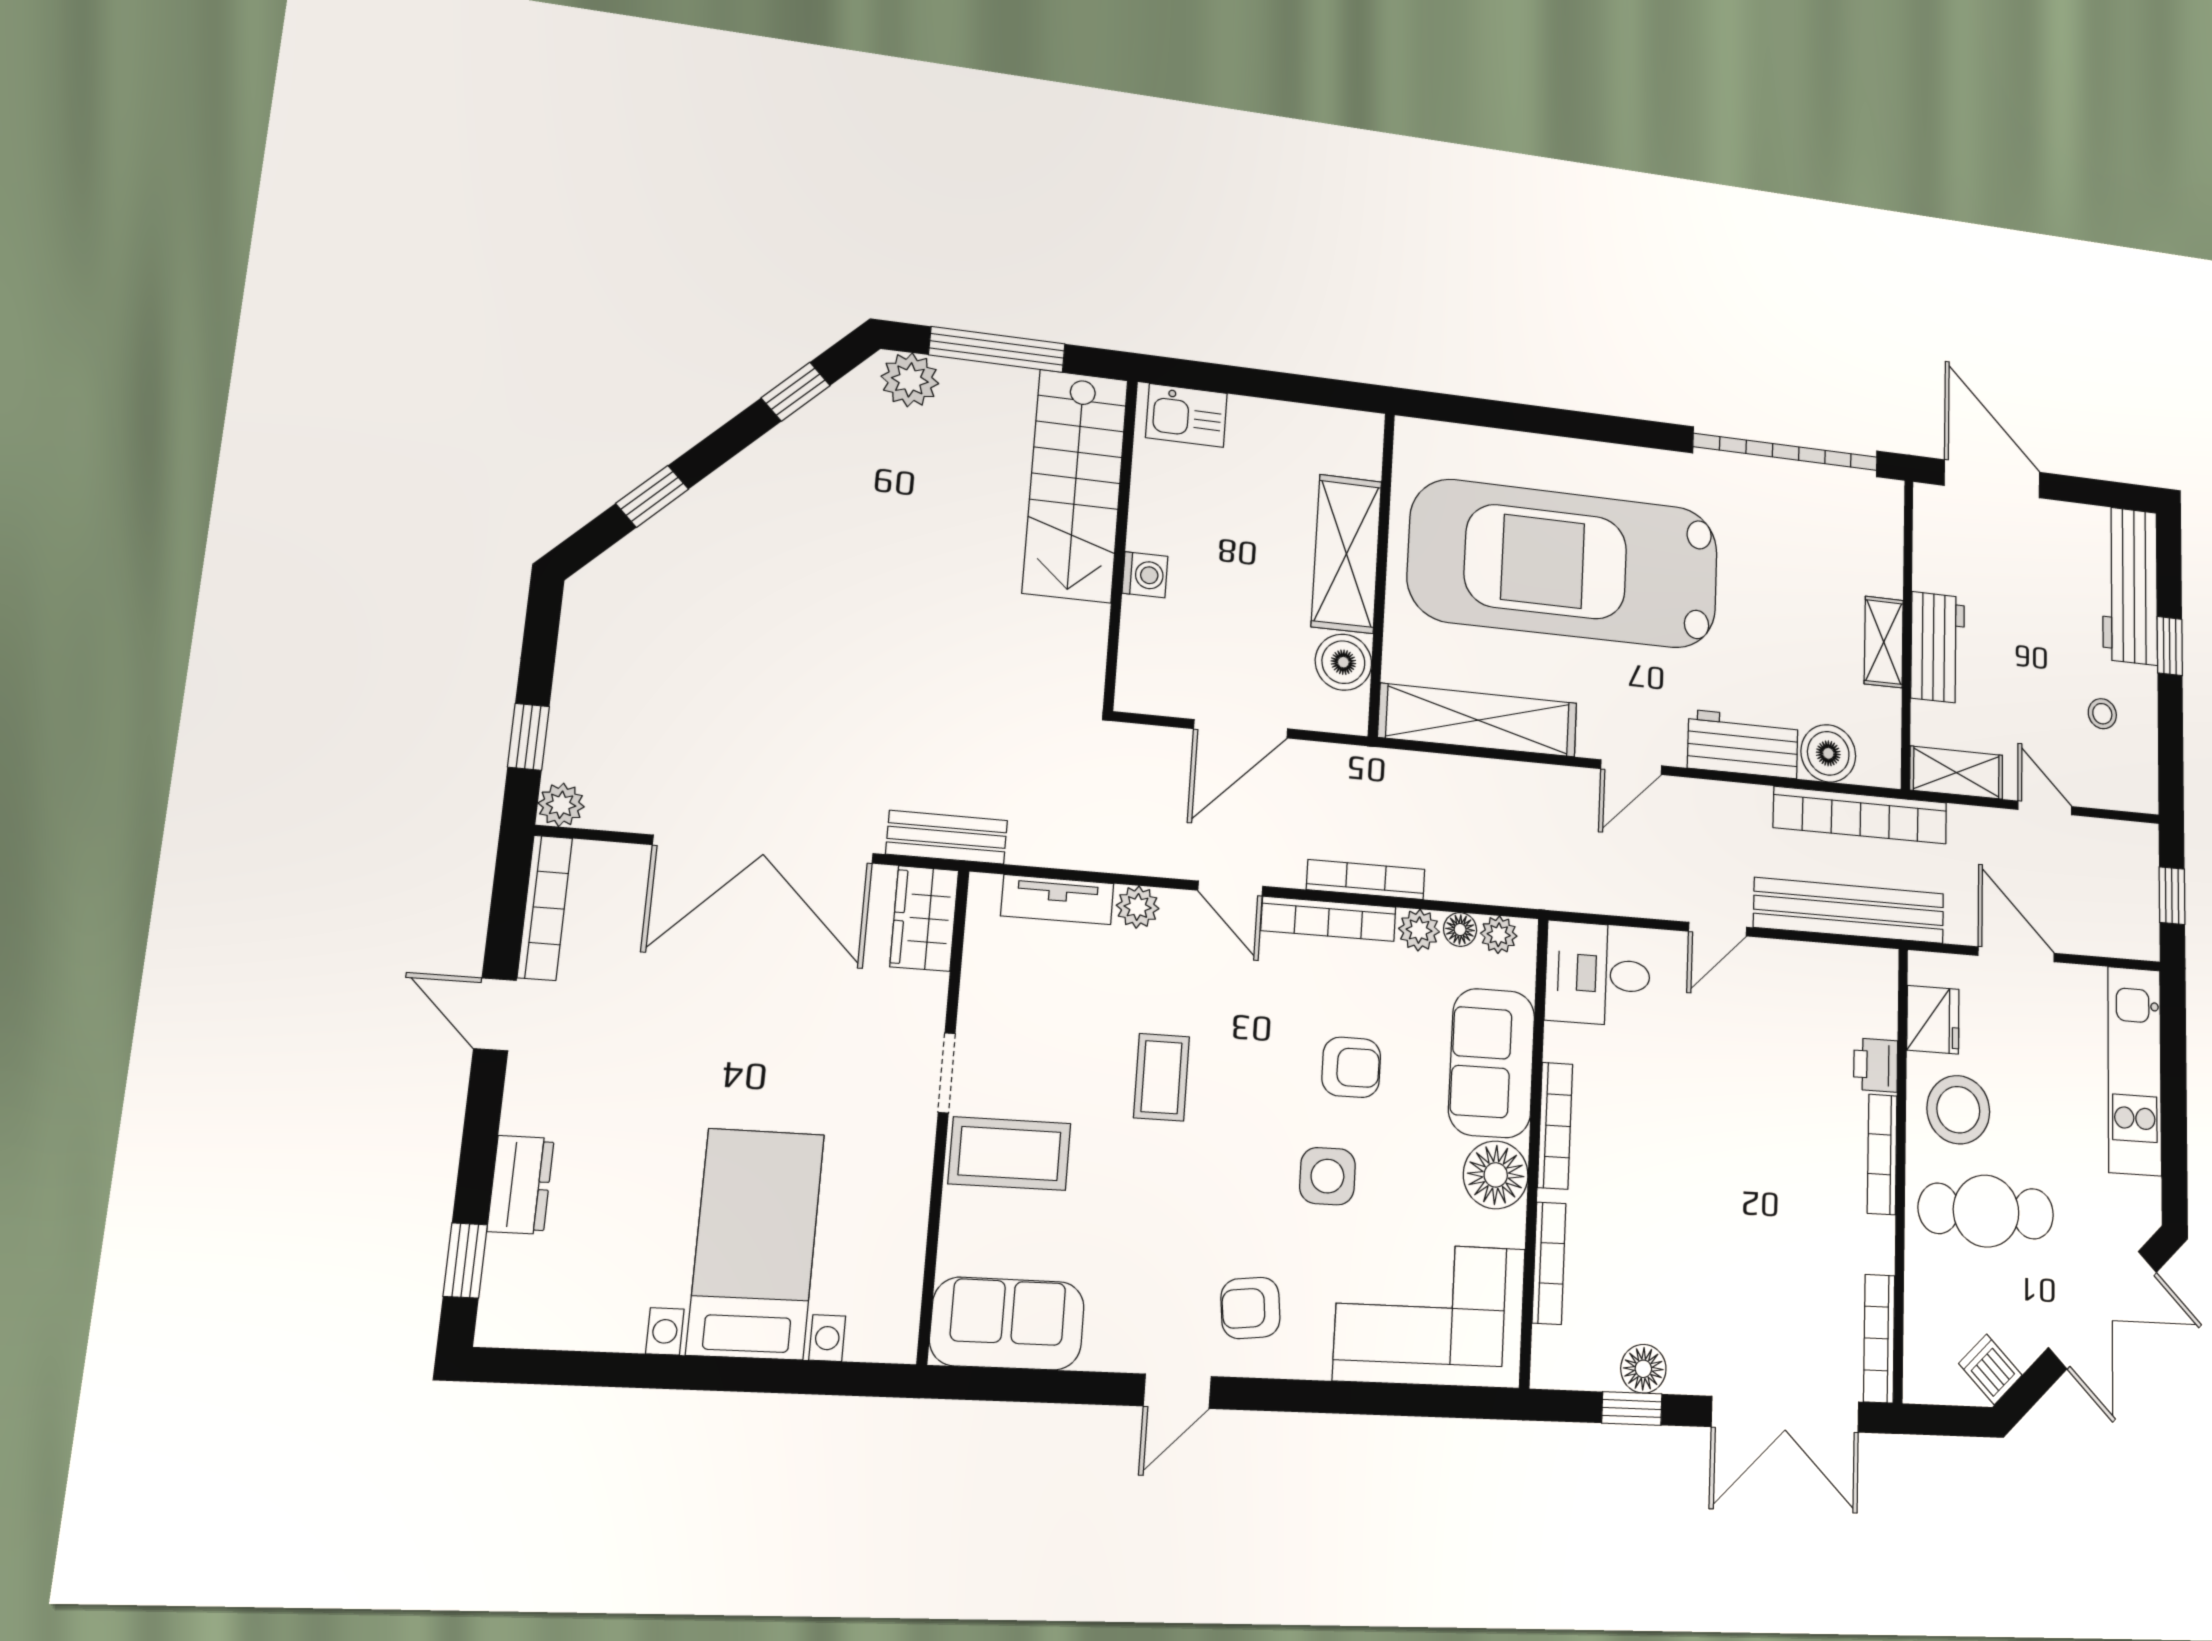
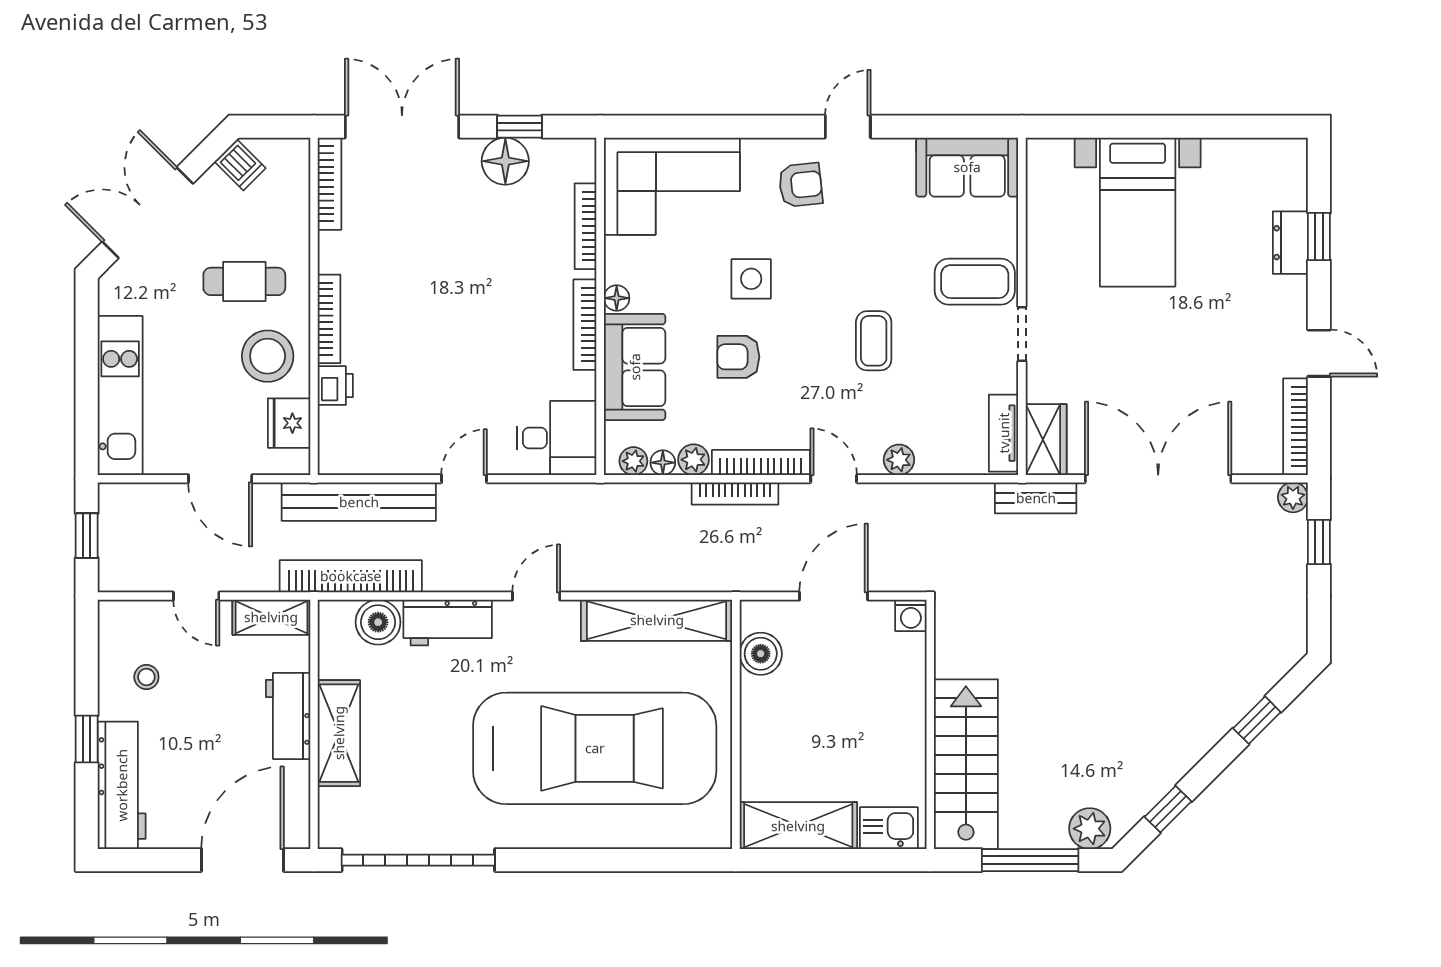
door: (1992, 479) -> (242, 860), swing flipped
shelving: (1346, 554) -> (798, 826), moved, turned 90
washing machine: (1145, 575) -> (911, 615), moved, turned -90
shelving: (1884, 642) -> (339, 733), width x1.50, depth x1.33
tv unit: (1057, 900) -> (1004, 433), moved, turned -90
floor lamp: (1496, 1175) -> (617, 298), width x0.53, depth x0.53
cafe table: (1986, 1211) -> (244, 281), width x0.73, depth x0.74
window: (465, 1260) -> (1319, 236), moved
floor lamp: (1643, 1369) -> (505, 161), width x1.38, depth x1.38

